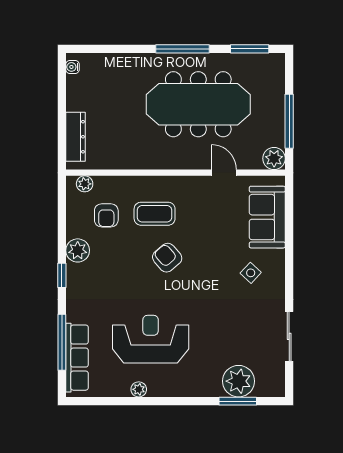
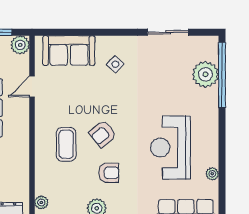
armchair: (106, 215) -> (109, 173), moved
plant: (139, 389) -> (212, 174), moved
window: (238, 401) -> (222, 75), width x2.11

